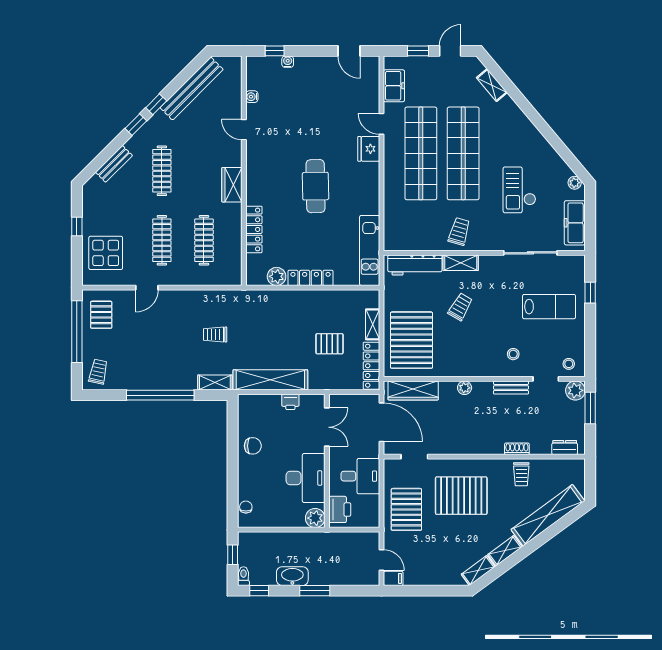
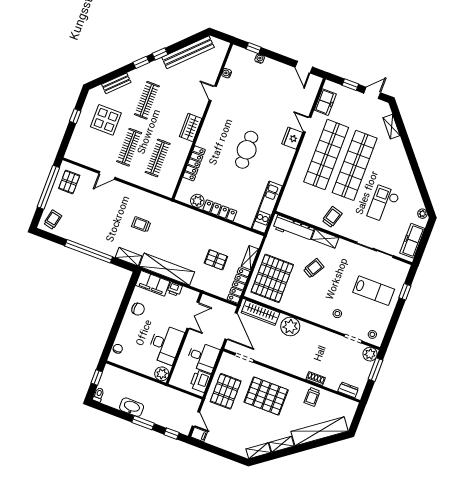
display table: (106, 253) -> (106, 120), moved
bench: (511, 387) -> (327, 336), removed
plant: (465, 388) -> (290, 327), width x1.88, depth x1.88
filing cabinet: (259, 405) -> (153, 283), added
printer: (340, 509) -> (200, 381), moved, turned 180
window: (259, 591) -> (172, 434), moved

